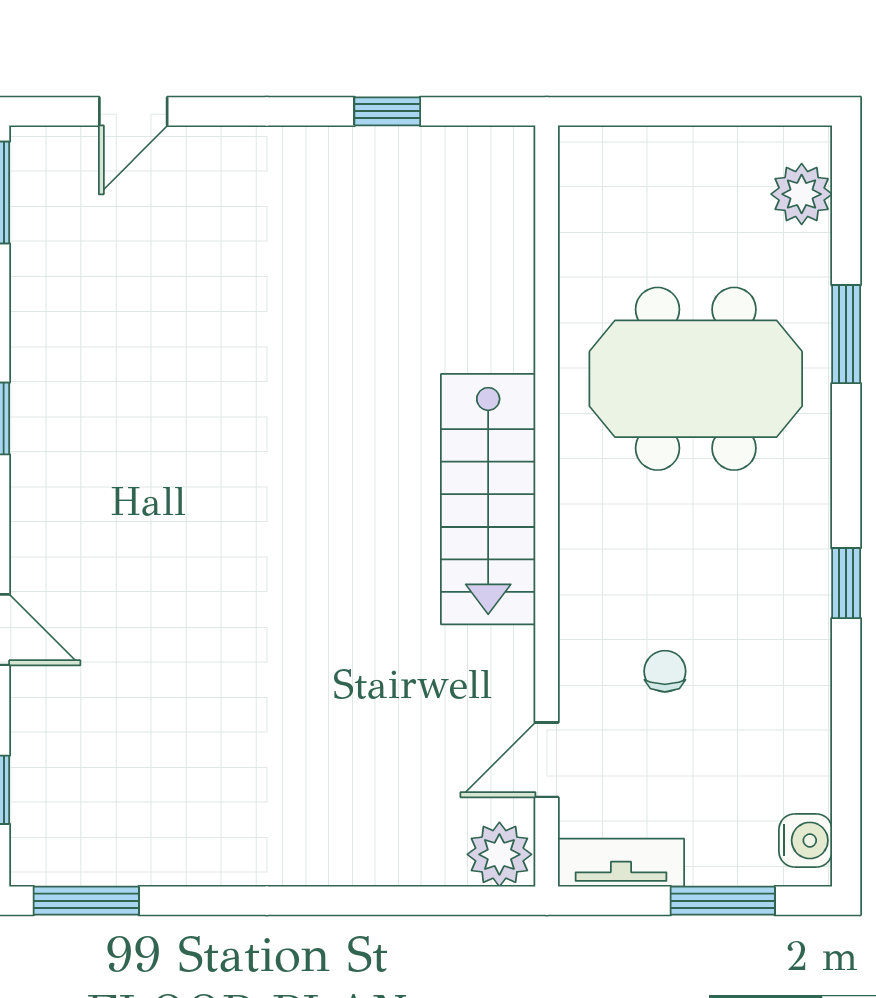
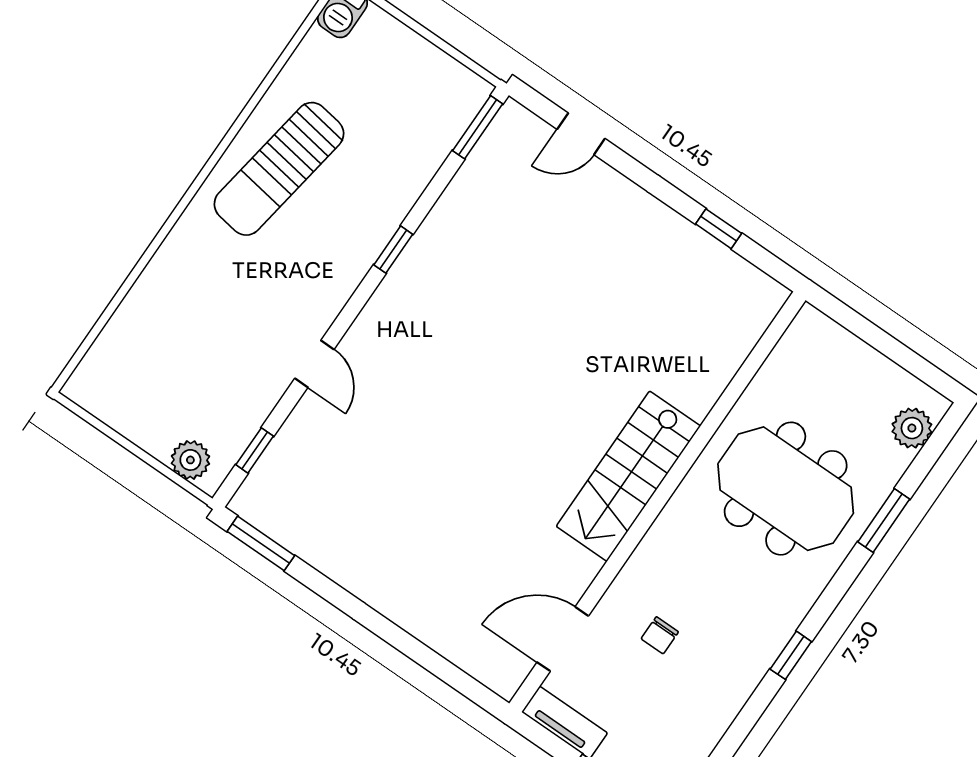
chair: (665, 671) -> (660, 635), turned 180
door: (547, 760) -> (563, 639), width x1.38
plant: (499, 854) -> (502, 673), removed

